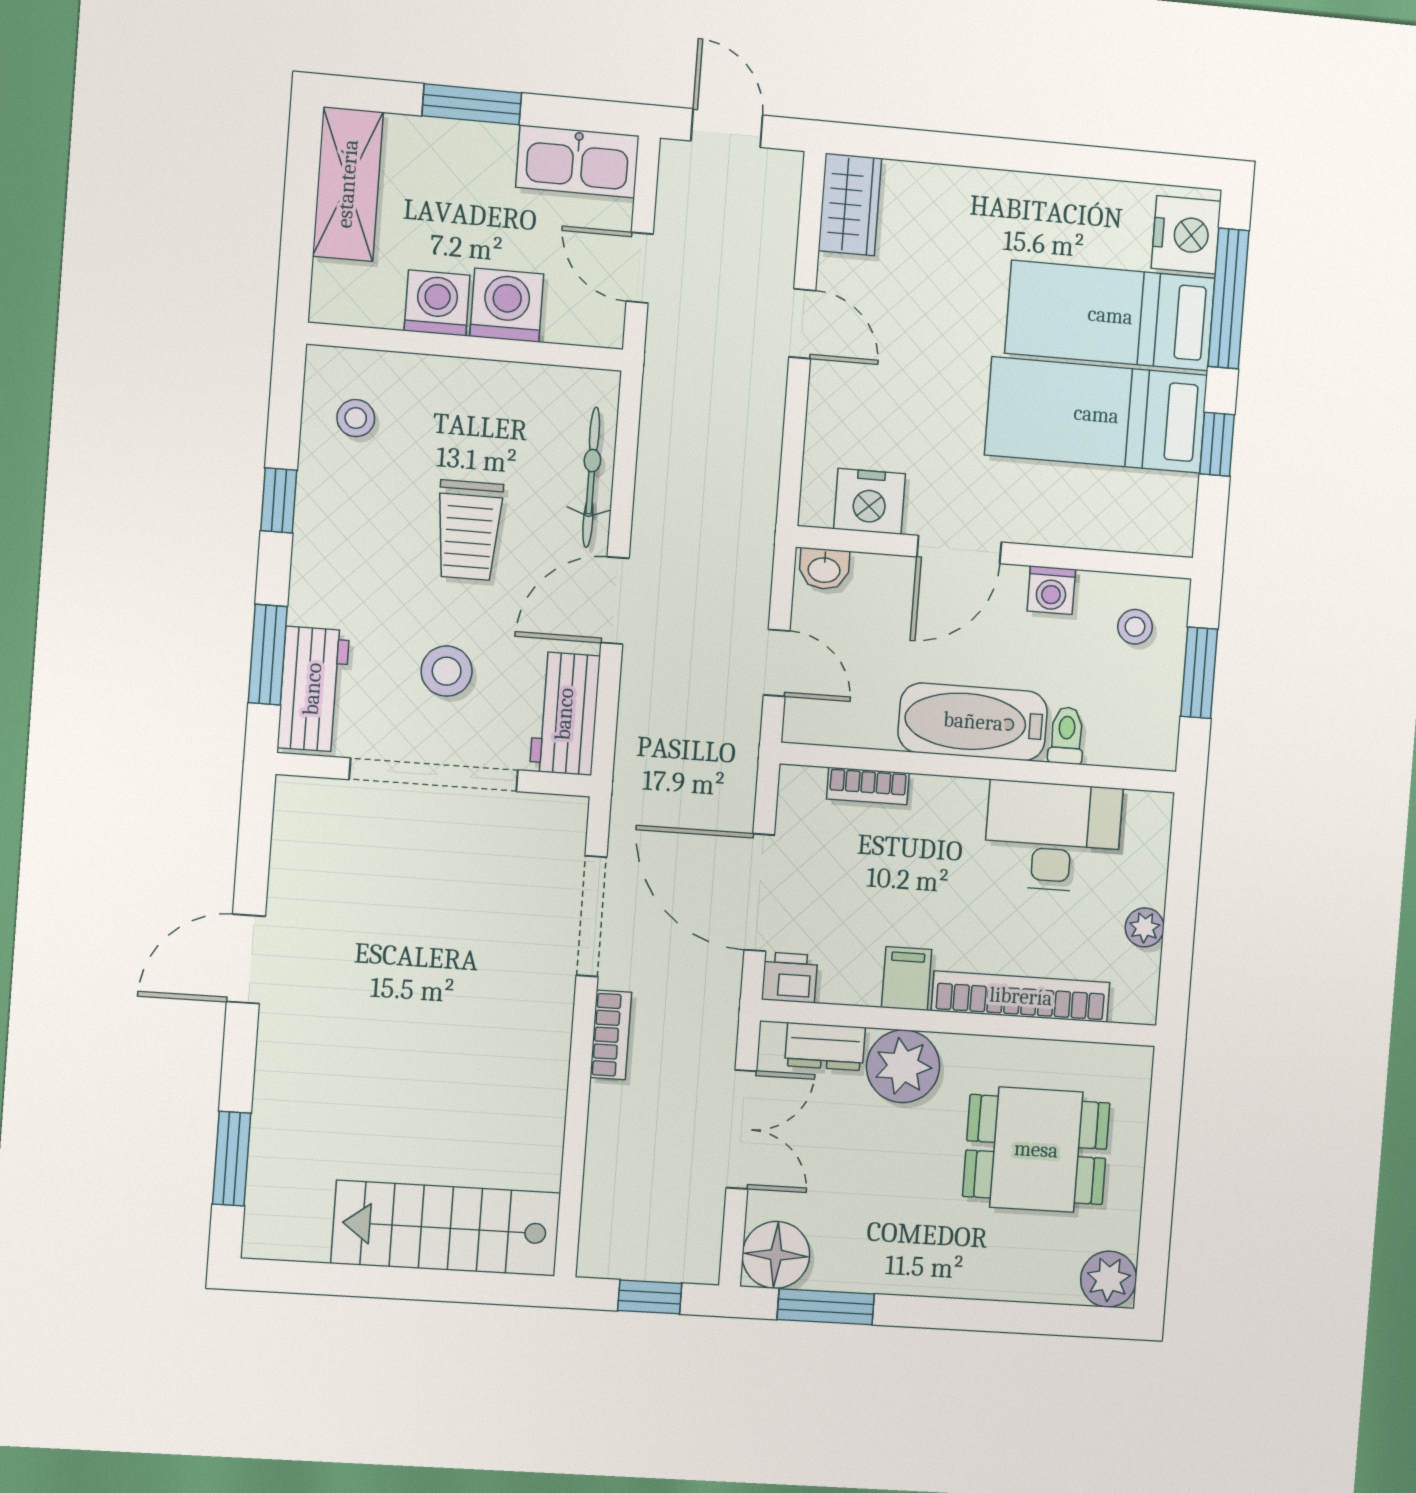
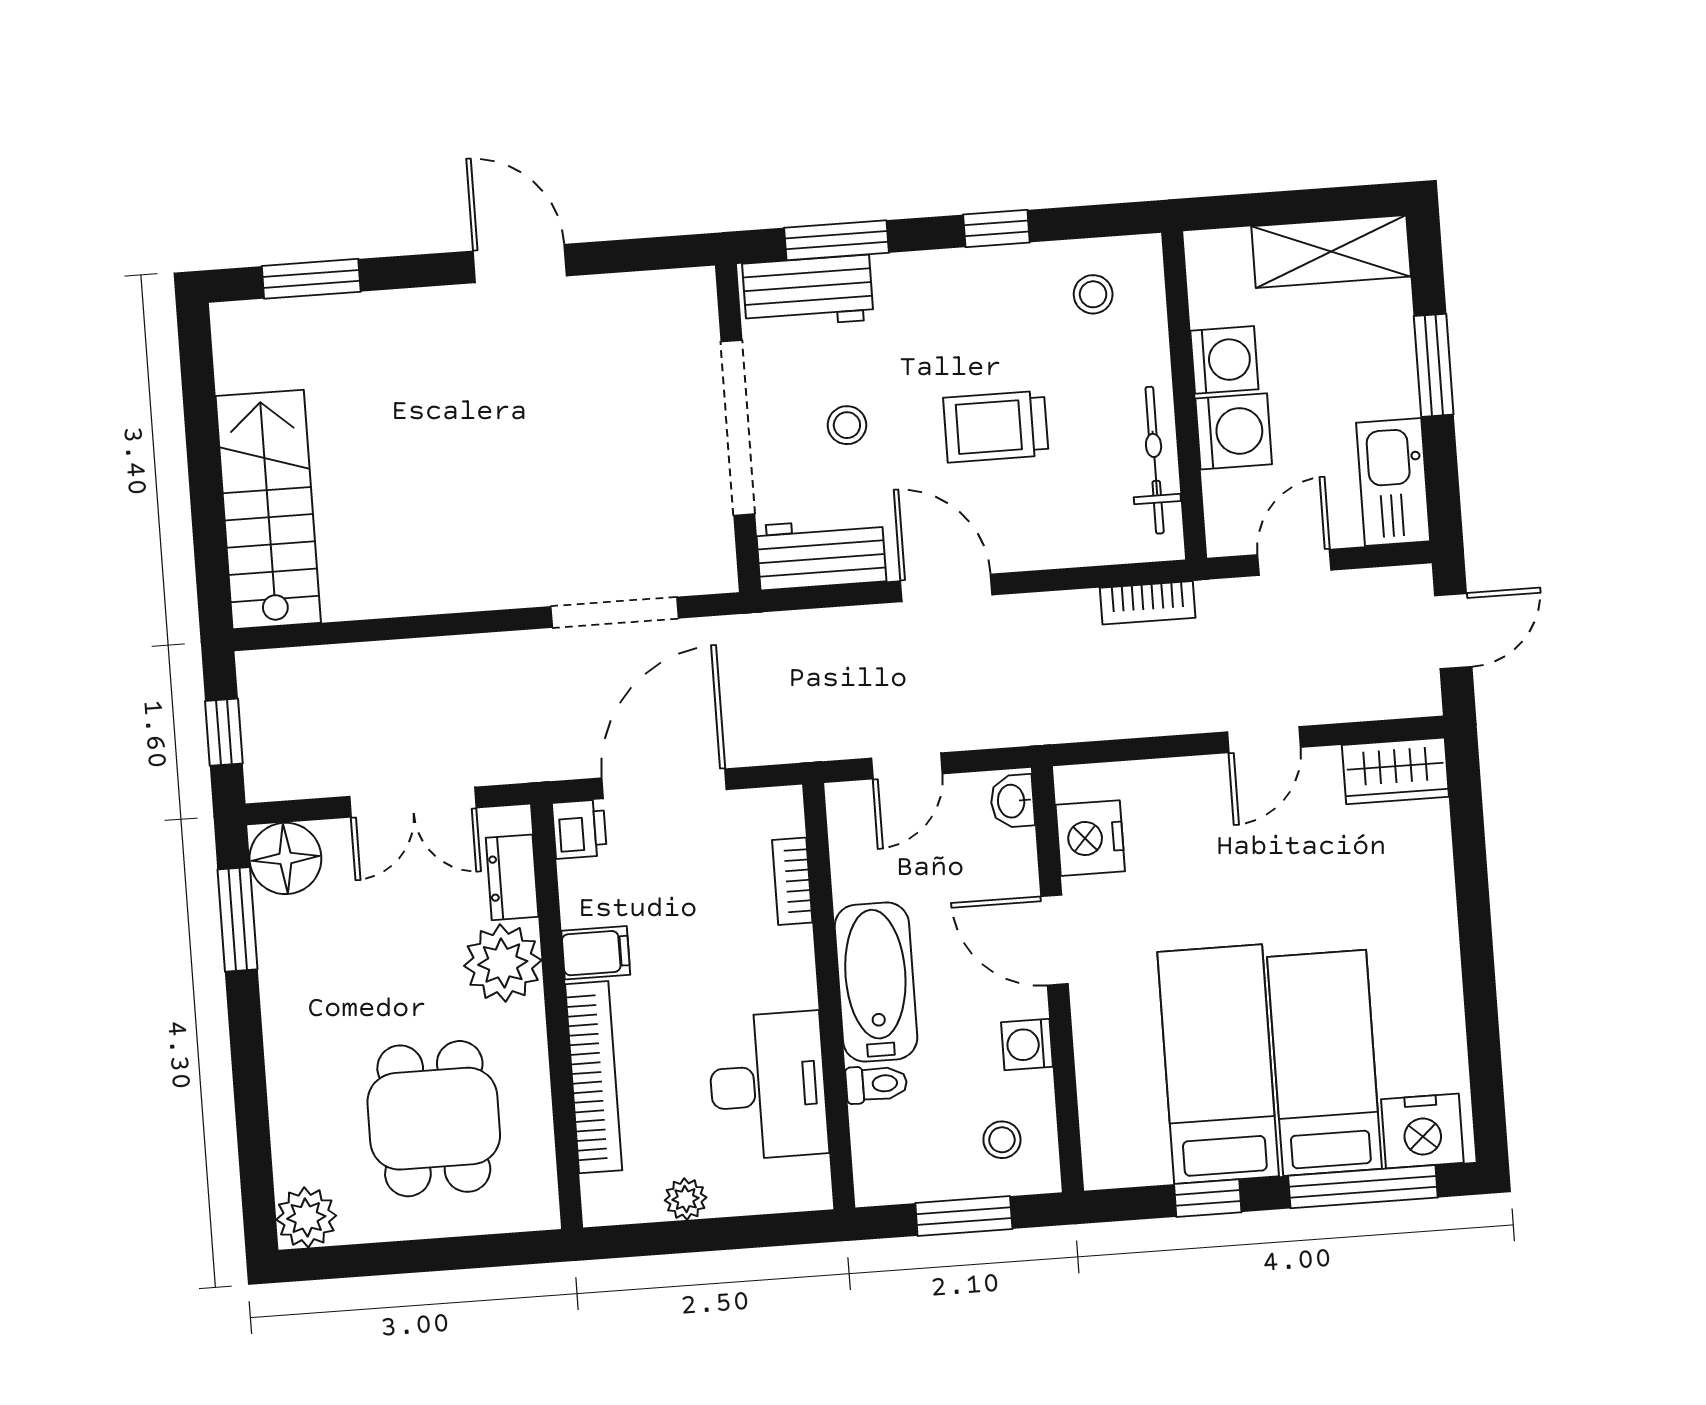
bicycle: (591, 477) -> (1155, 460), moved, turned -90
stool: (447, 671) -> (847, 425), width x0.73, depth x0.73
bookcase: (611, 1035) -> (1148, 603), moved

